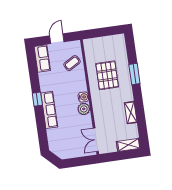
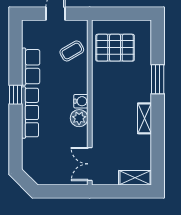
row of seats: (42, 58) -> (31, 67), moved
pallet: (107, 75) -> (115, 48), moved, turned 90
shelving: (131, 113) -> (144, 118), moved

